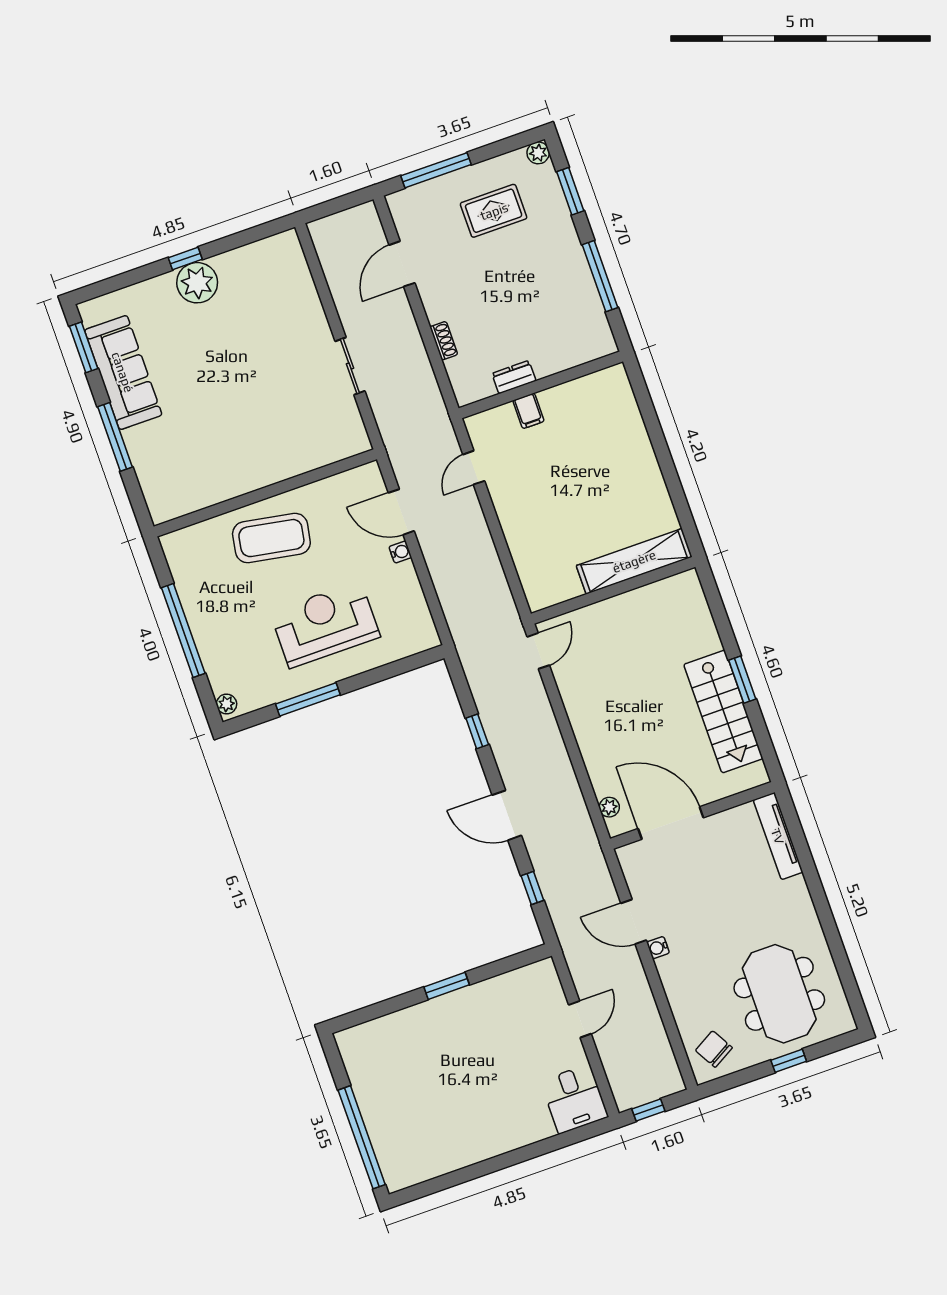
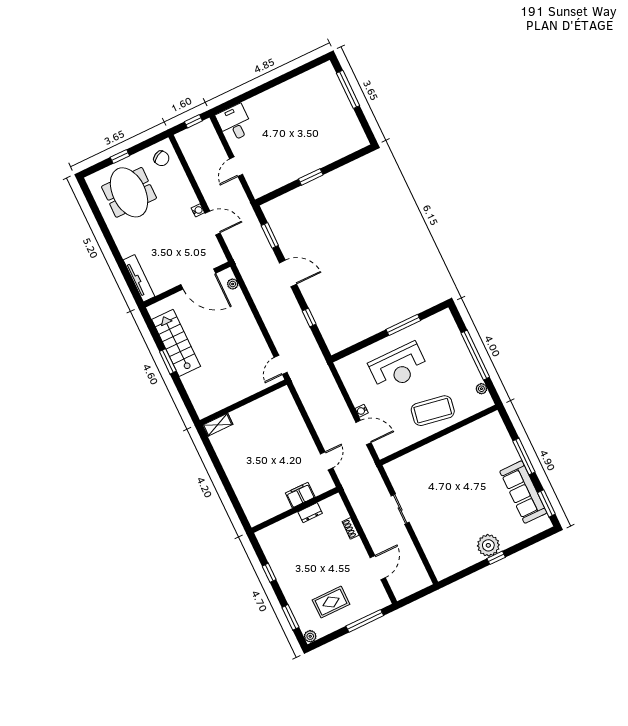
window: (600, 276) -> (269, 573), width x0.46
filing cabinet: (528, 411) -> (300, 495), width x2.00
shelving: (634, 561) -> (218, 425), width x0.45, depth x0.75
plant: (227, 704) -> (481, 389), moved
window: (532, 888) -> (270, 235), width x1.50
window: (362, 1137) -> (348, 89), width x0.68

